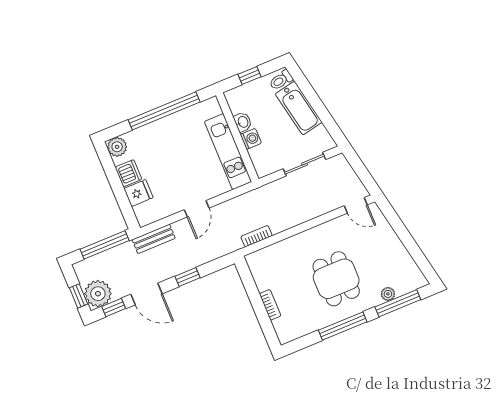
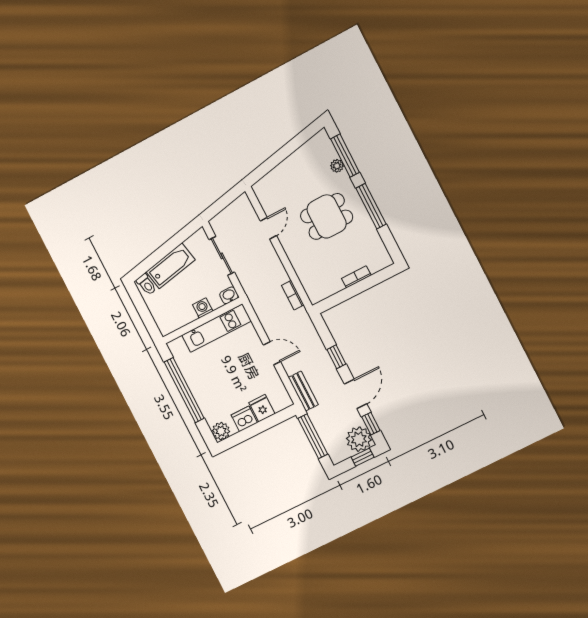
window: (250, 75) -> (145, 314), removed
washbasin: (243, 122) -> (229, 295), moved
door: (356, 205) -> (268, 228), moved

